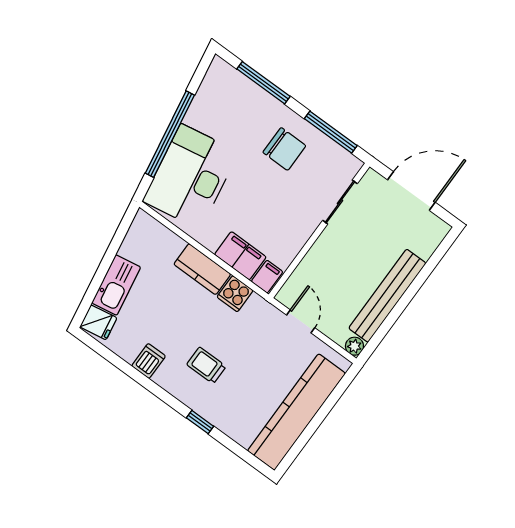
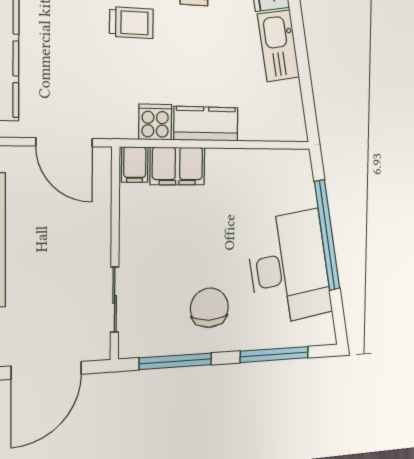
chair: (284, 149) -> (209, 308), turned 90
desk: (191, 177) -> (289, 268), moved
door: (301, 321) -> (64, 142), width x1.38

